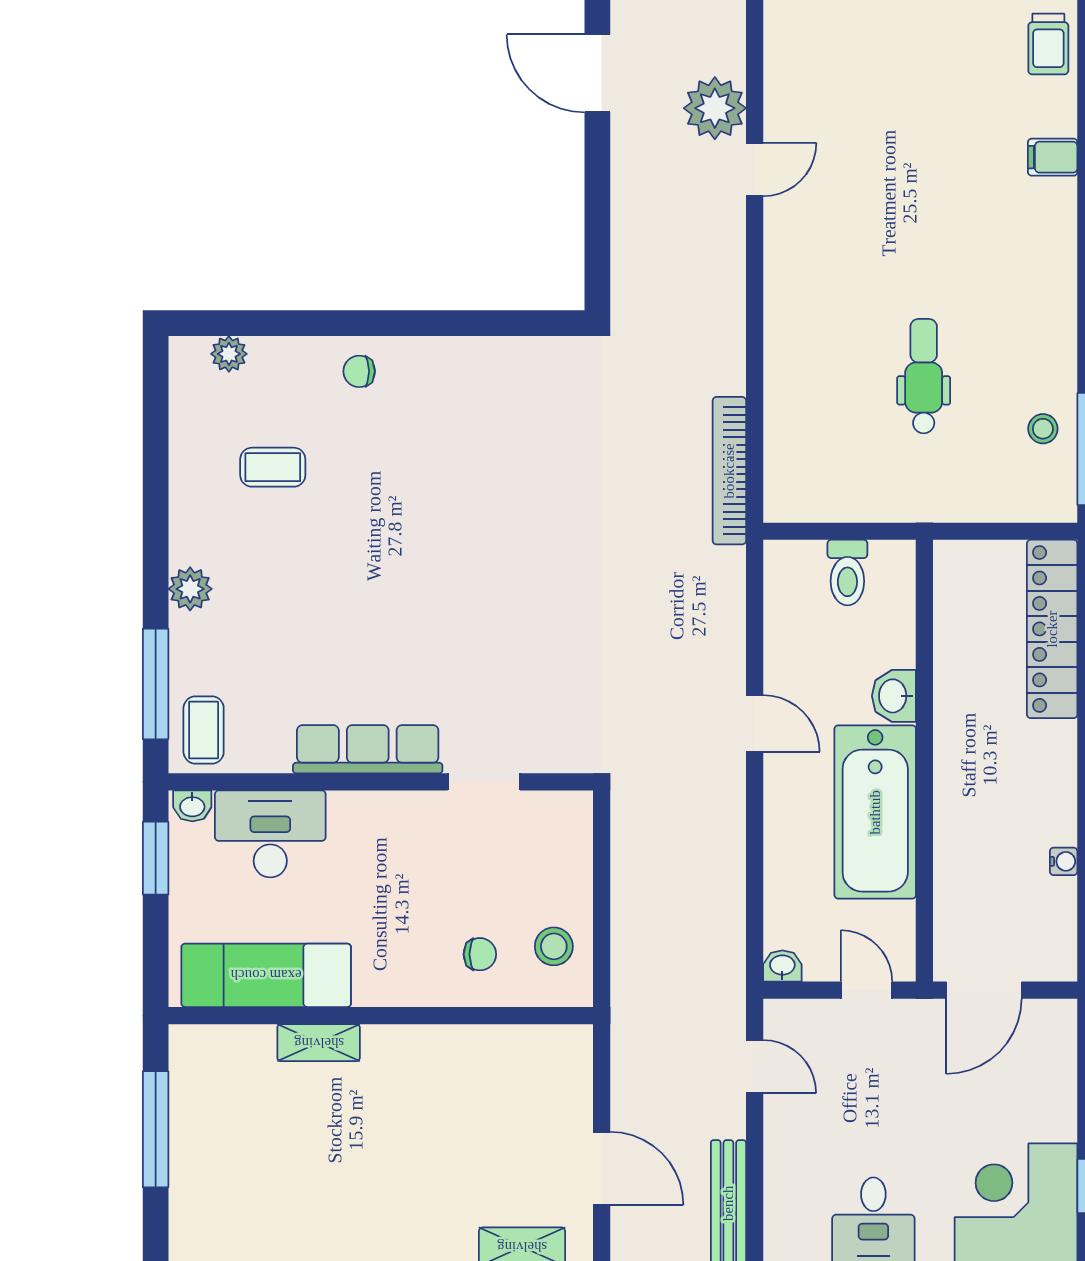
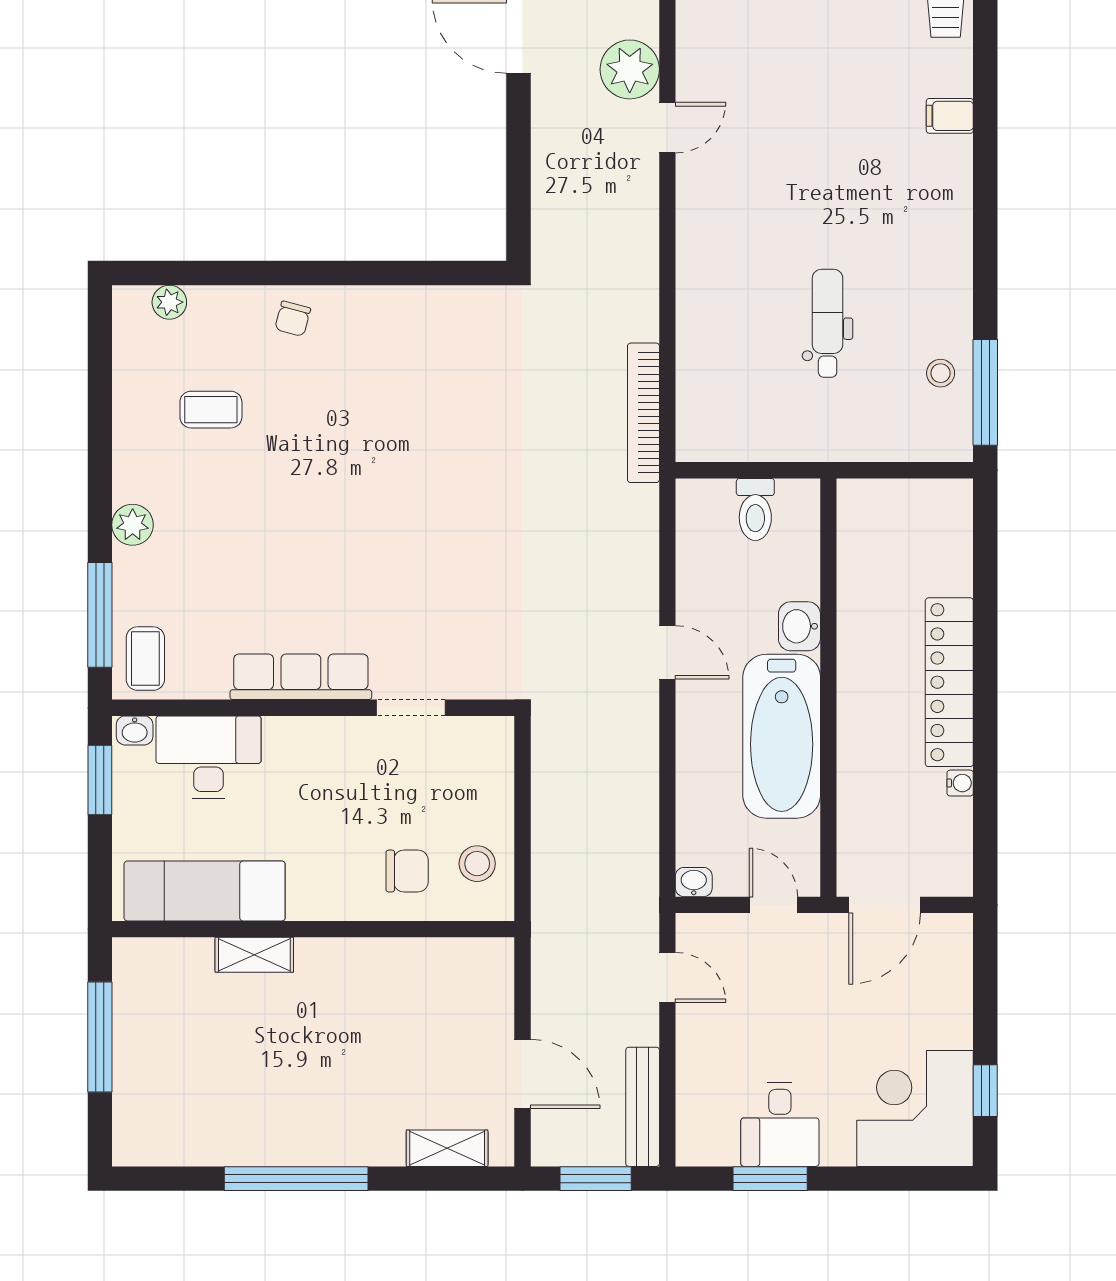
chair: (359, 371) -> (293, 319), turned -75
locker: (1052, 629) -> (949, 682), moved
chair: (480, 954) -> (407, 871), width x1.37, depth x1.37

